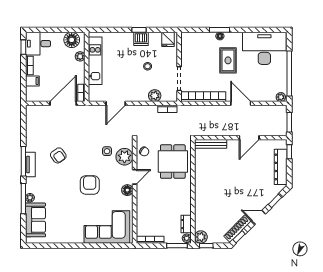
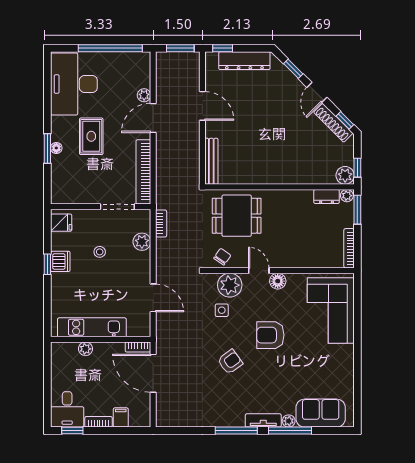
floor lamp: (72, 40) -> (62, 361), removed
rug: (228, 60) -> (91, 136), turned 90
plant: (281, 97) -> (144, 95), moved
armchair: (58, 155) -> (230, 362), moved
tv unit: (30, 165) -> (263, 420), moved

